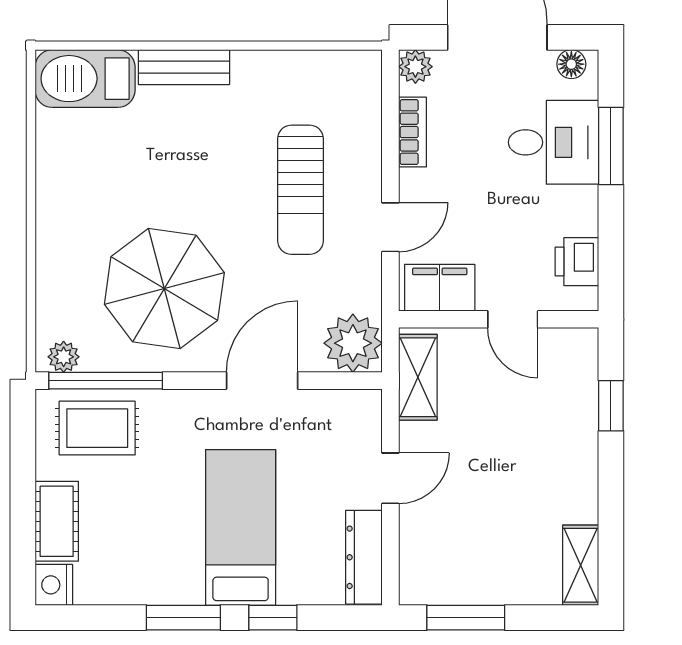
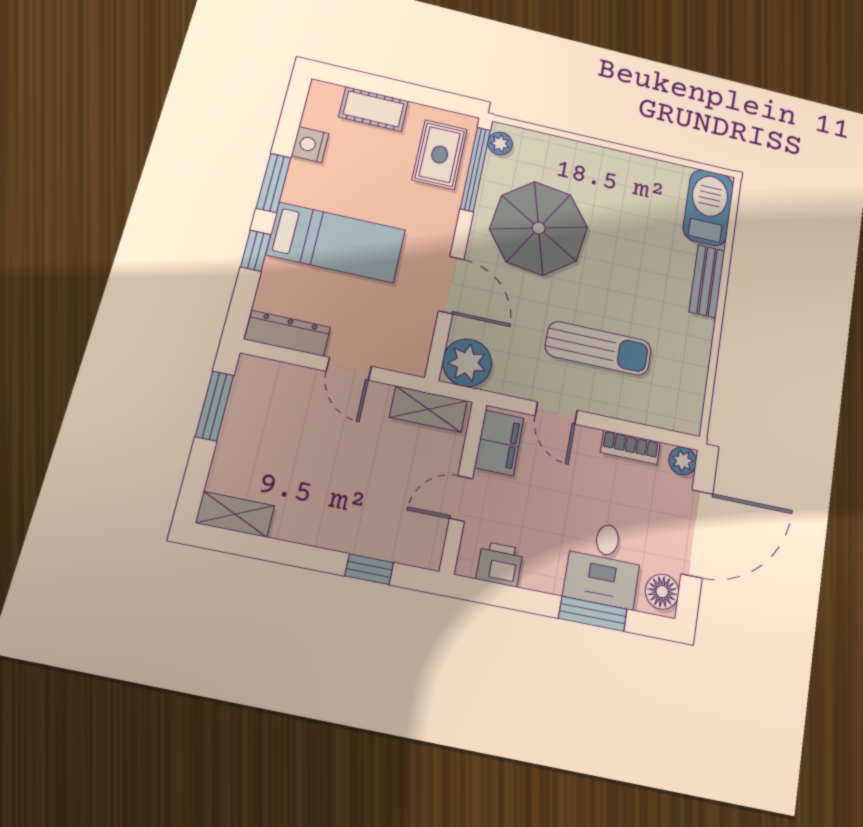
floor lamp: (571, 64) -> (662, 592), width x1.37, depth x1.37
sun lounger: (301, 190) -> (598, 348), turned 180
nightstand: (54, 585) -> (310, 145), moved, turned -90

